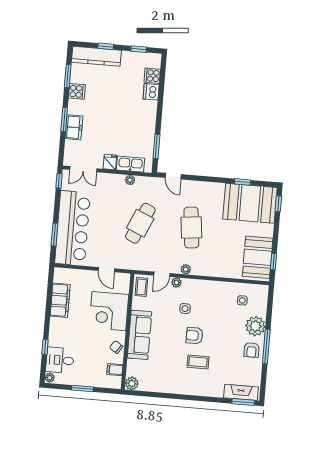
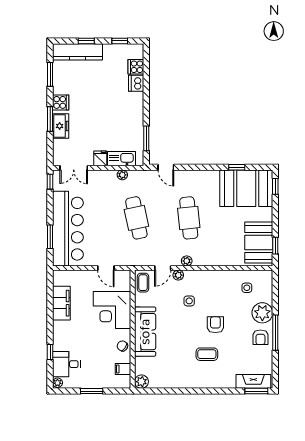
cooker: (77, 91) -> (61, 102), moved
cafe table: (140, 223) -> (136, 218), turned -36
armchair: (194, 336) -> (215, 325), moved, turned 90

